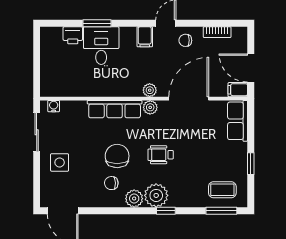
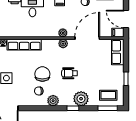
row of seats: (115, 109) -> (24, 45), moved
plant: (156, 195) -> (81, 99), moved

